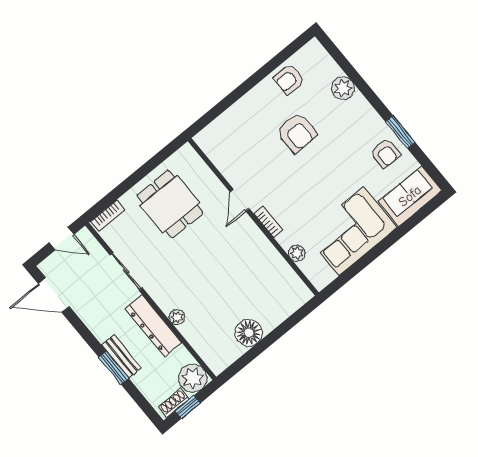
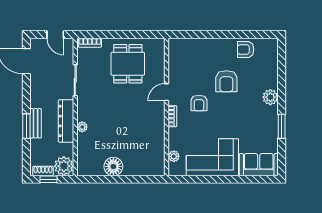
plant: (343, 88) -> (270, 97), moved
armchair: (385, 153) -> (199, 103), moved
plant: (297, 253) -> (174, 156), moved

